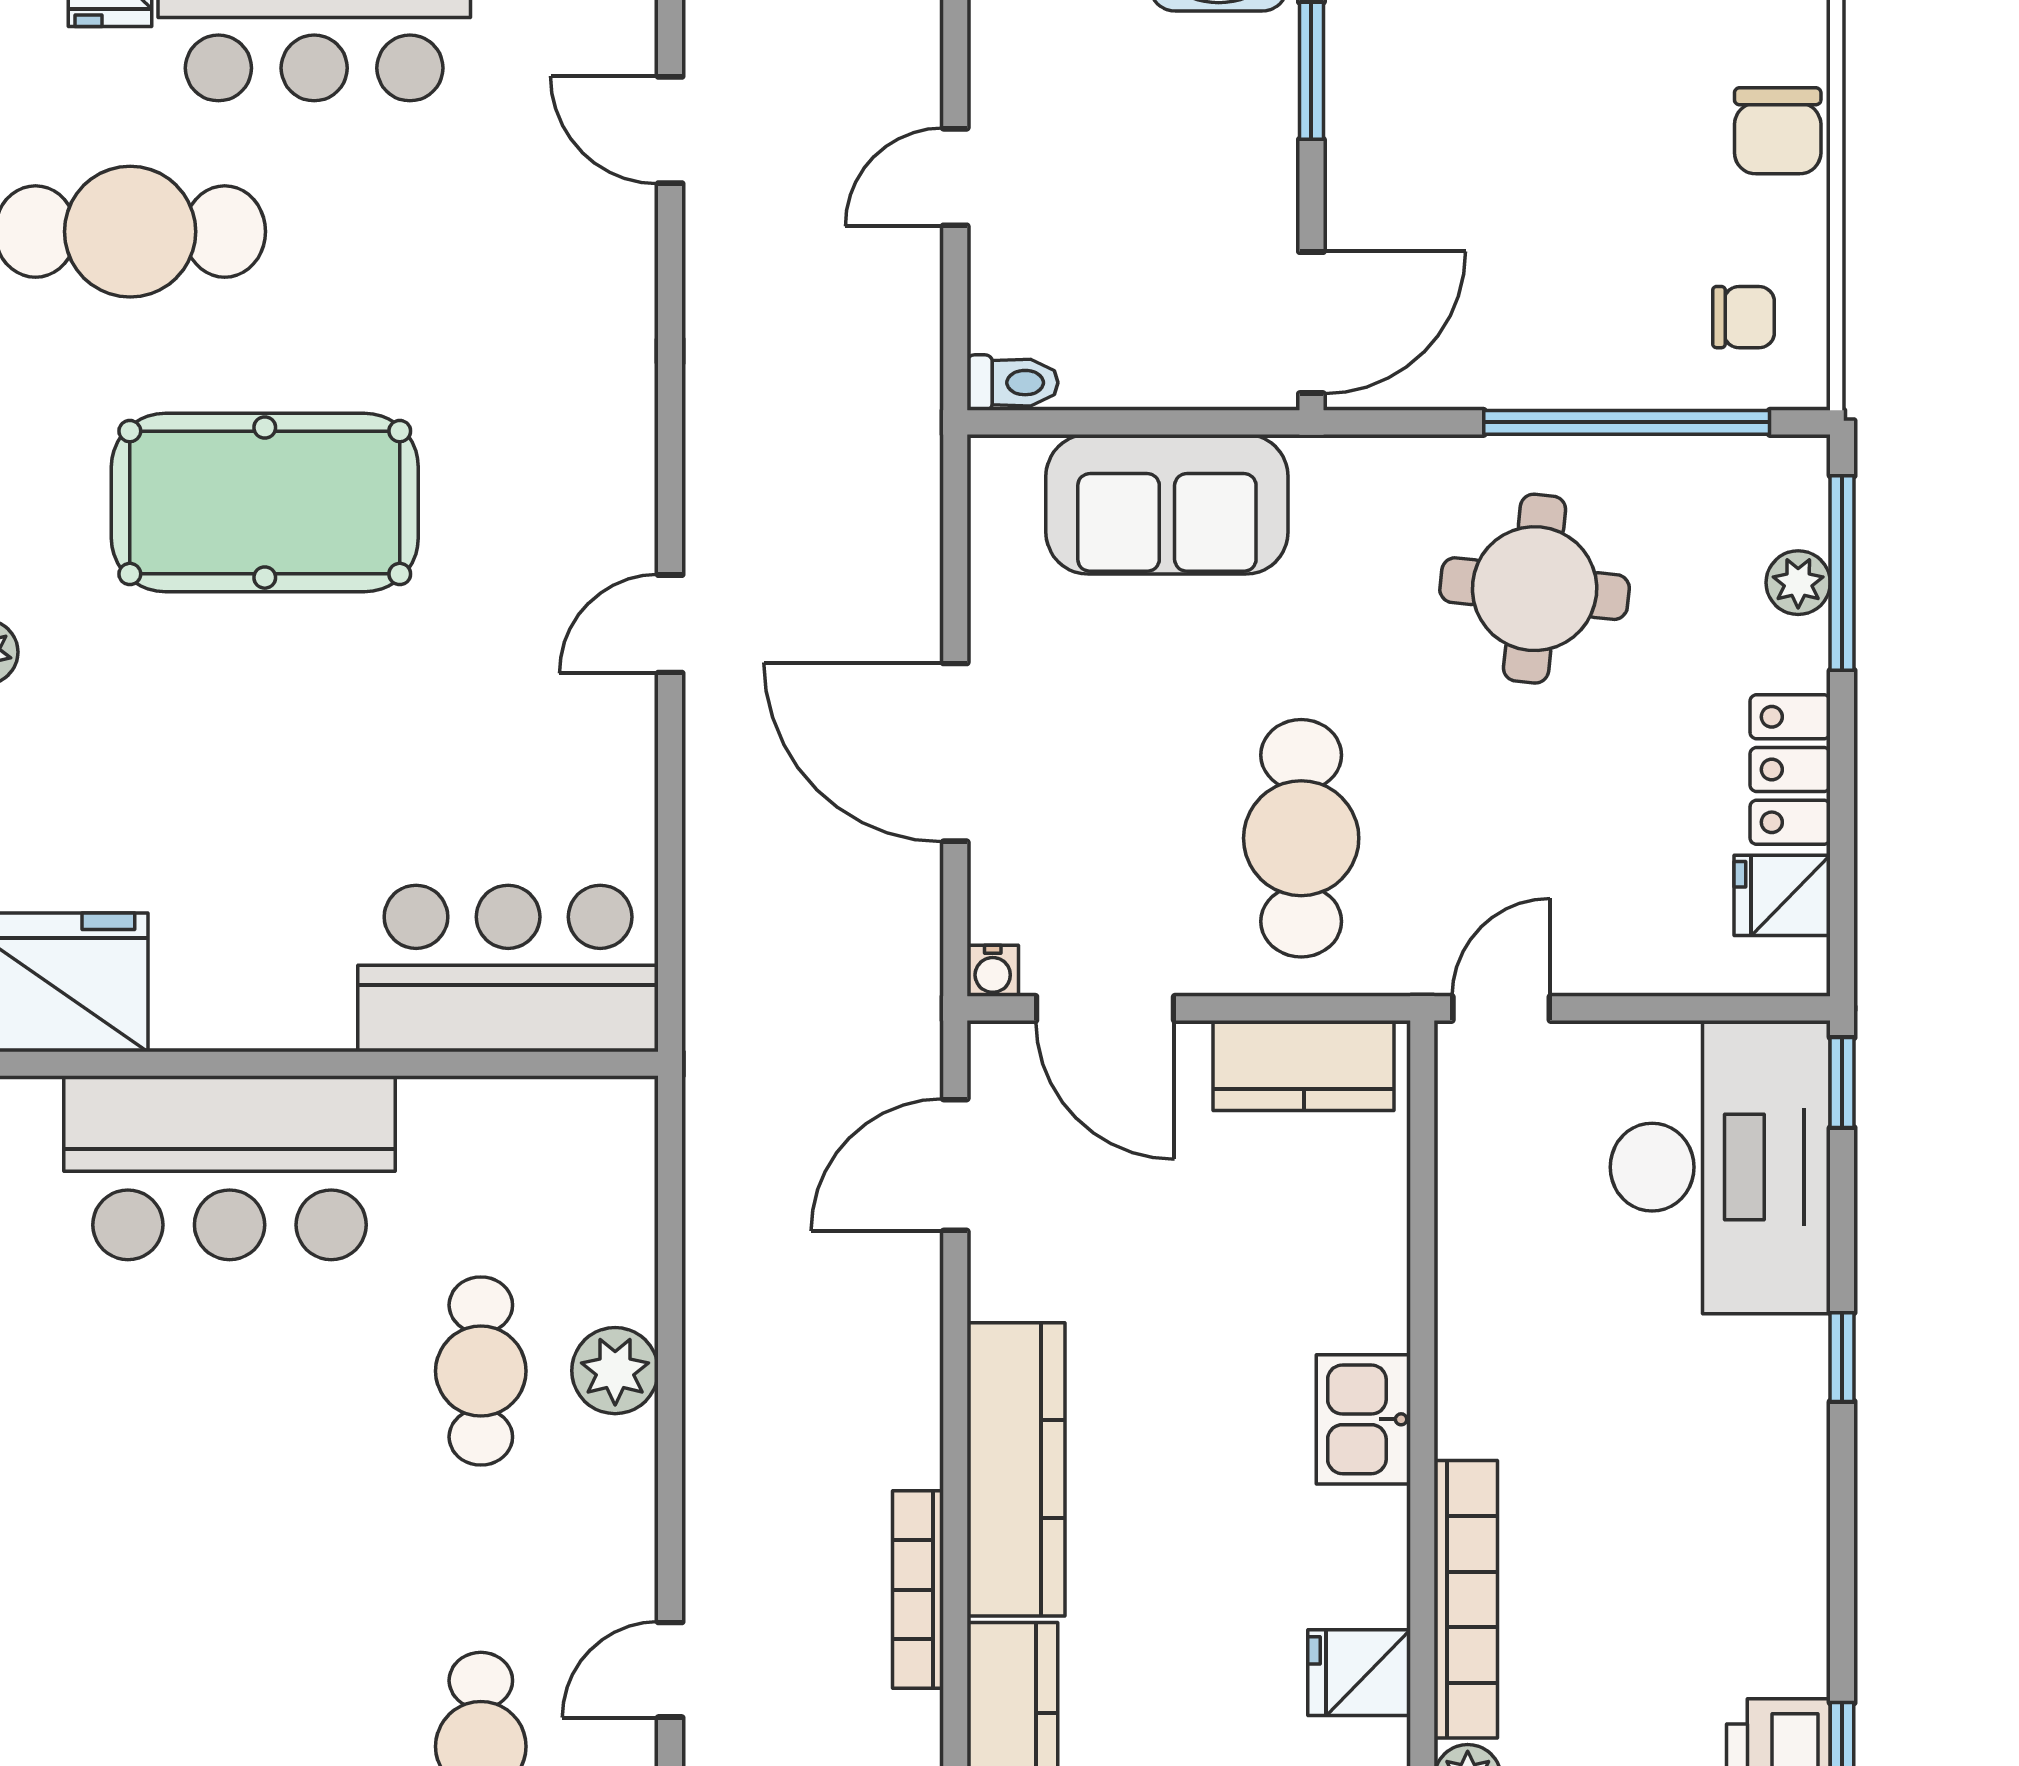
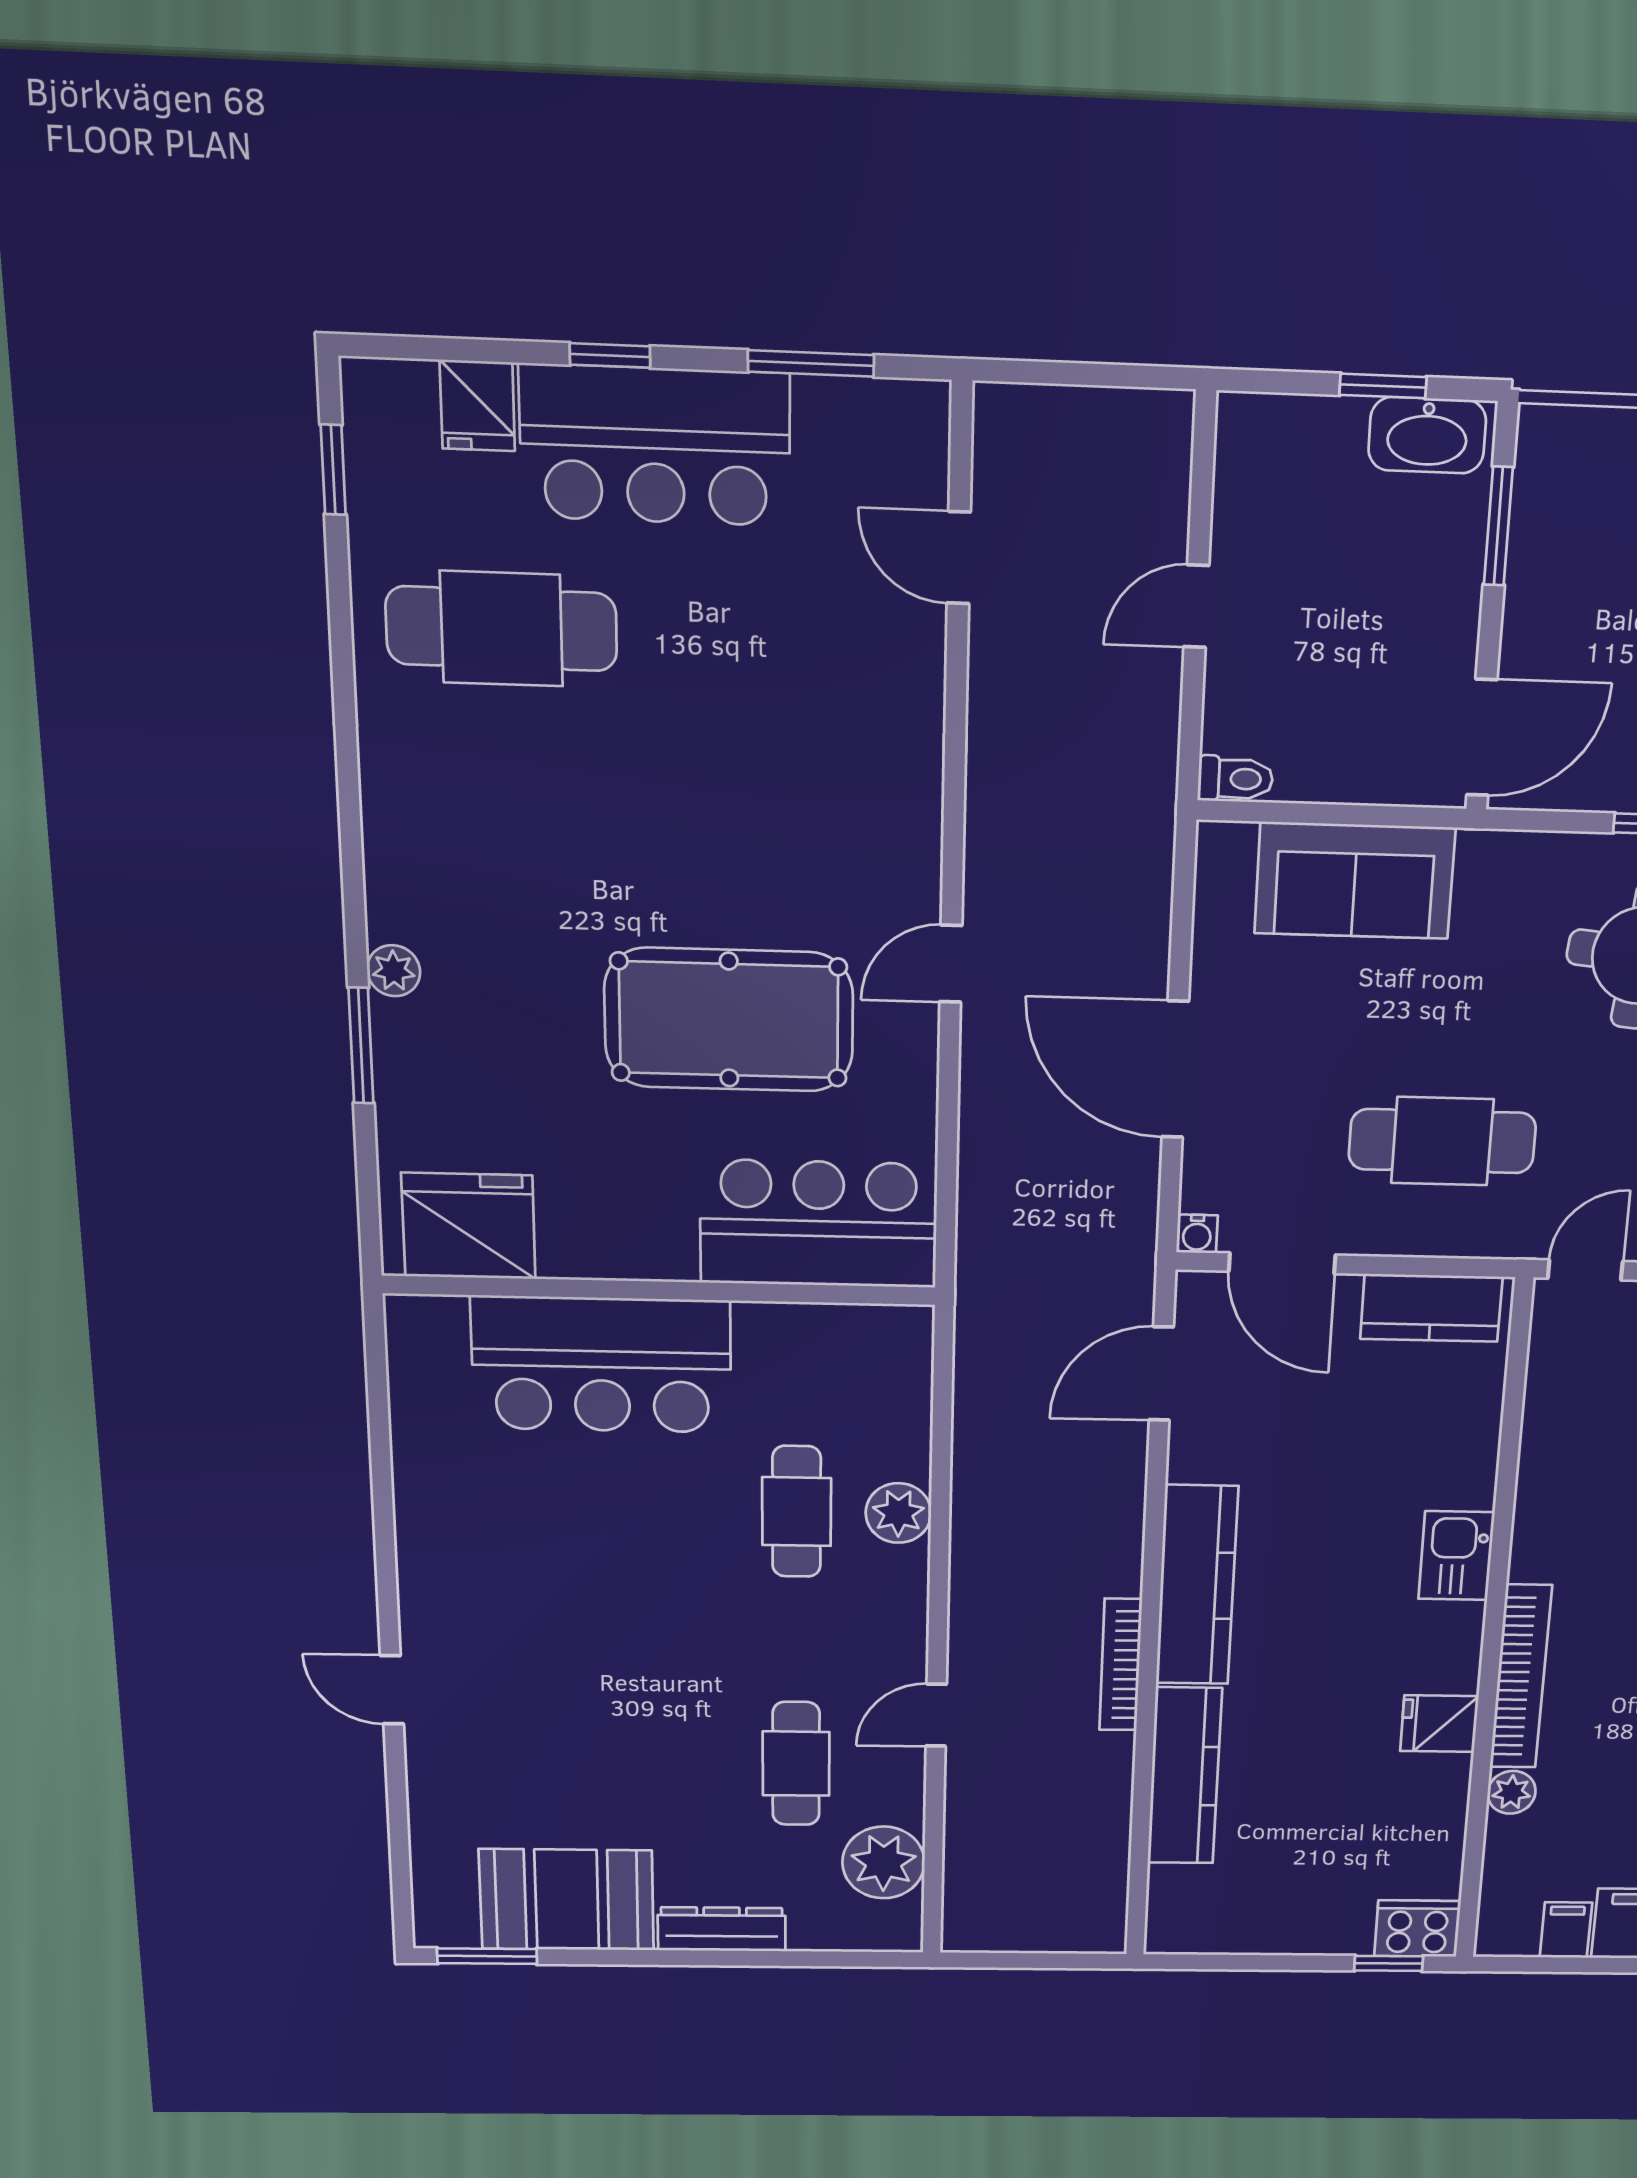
pool table: (265, 503) -> (729, 1020), moved
cafe table: (1301, 838) -> (1442, 1141), turned 90

